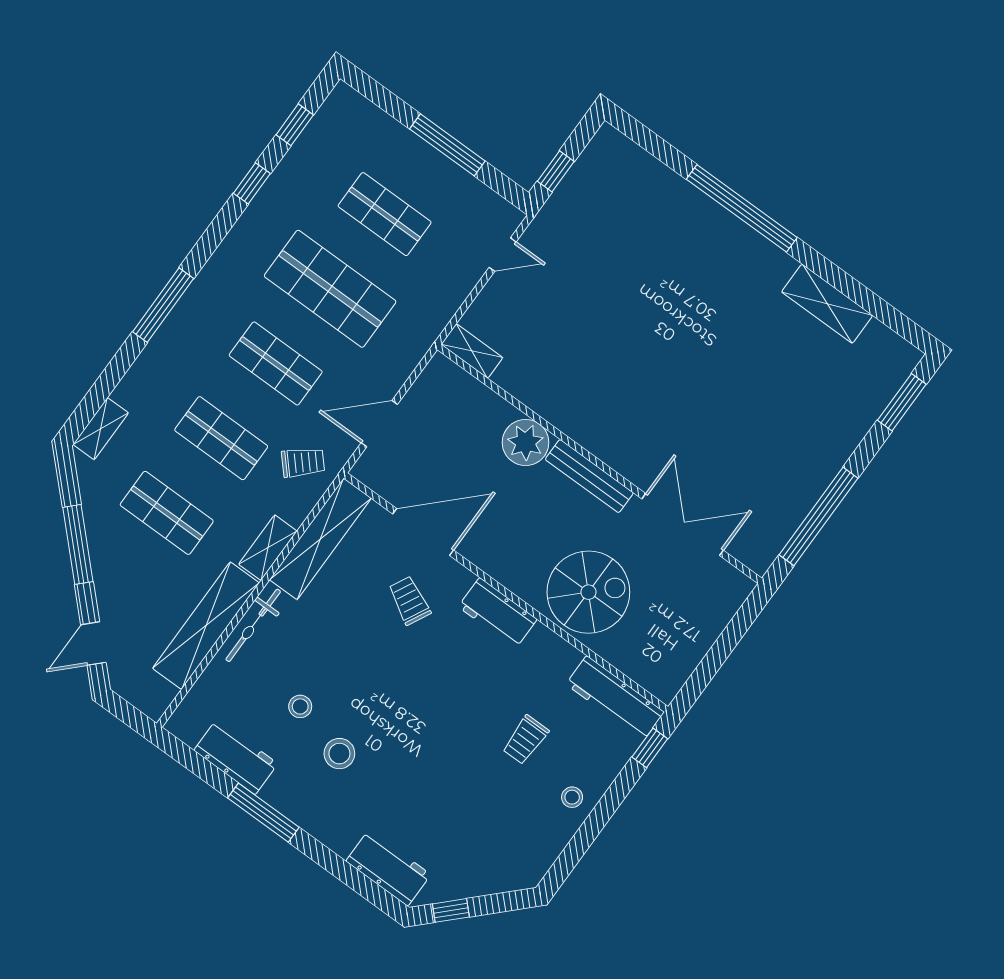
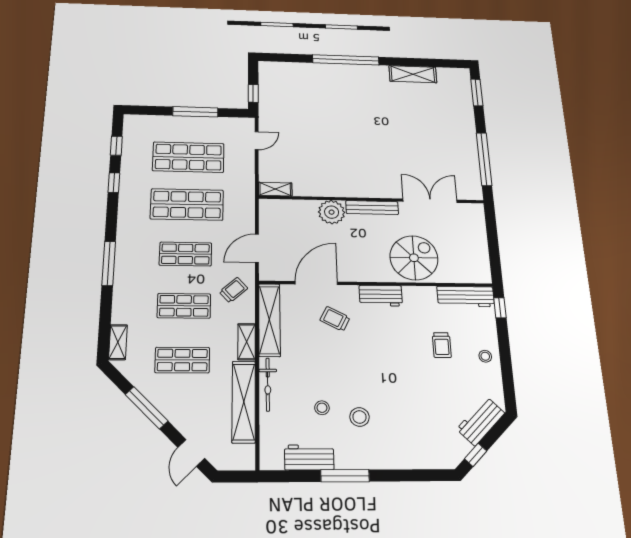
shop shelf: (385, 214) -> (188, 157), width x1.43, depth x1.36
workbench: (388, 868) -> (481, 421), moved, turned -45

